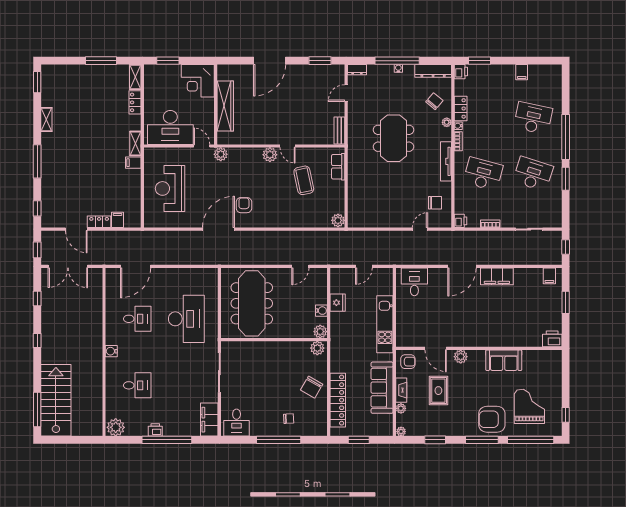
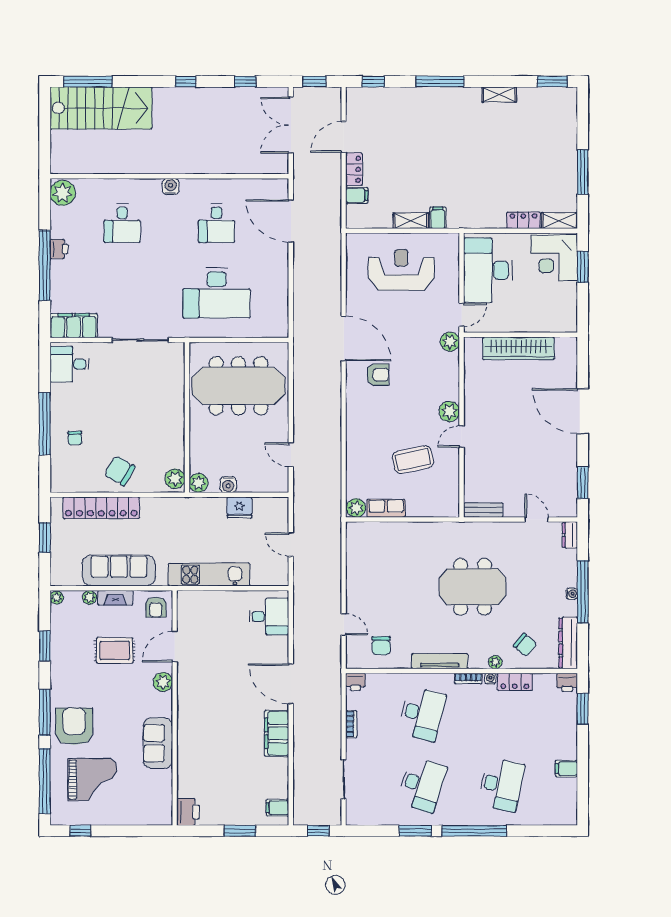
corner desk: (198, 81) -> (554, 258), moved, turned -90
shelving: (135, 144) -> (411, 221), moved
row of seats: (338, 167) -> (386, 508), moved

